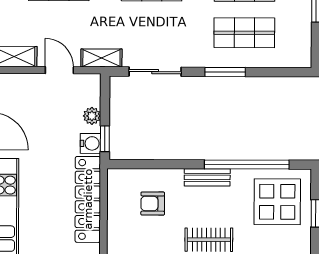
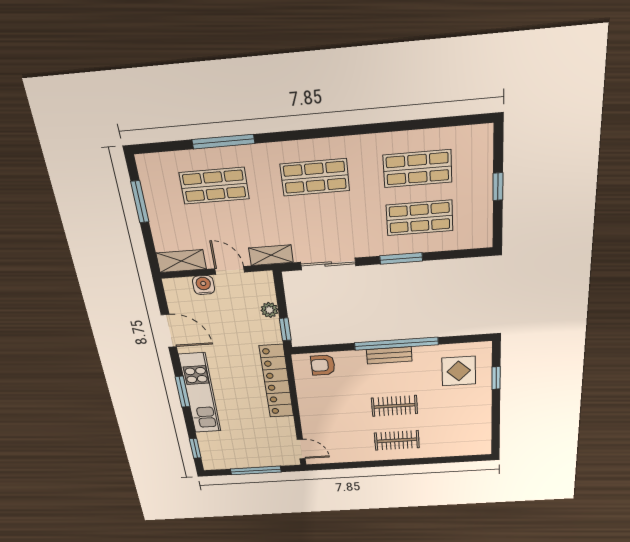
water cooler: (90, 143) -> (204, 285), moved, turned -90
window: (247, 164) -> (396, 344), moved
display table: (277, 202) -> (459, 371), width x0.73, depth x0.73
armchair: (153, 204) -> (323, 365), moved

